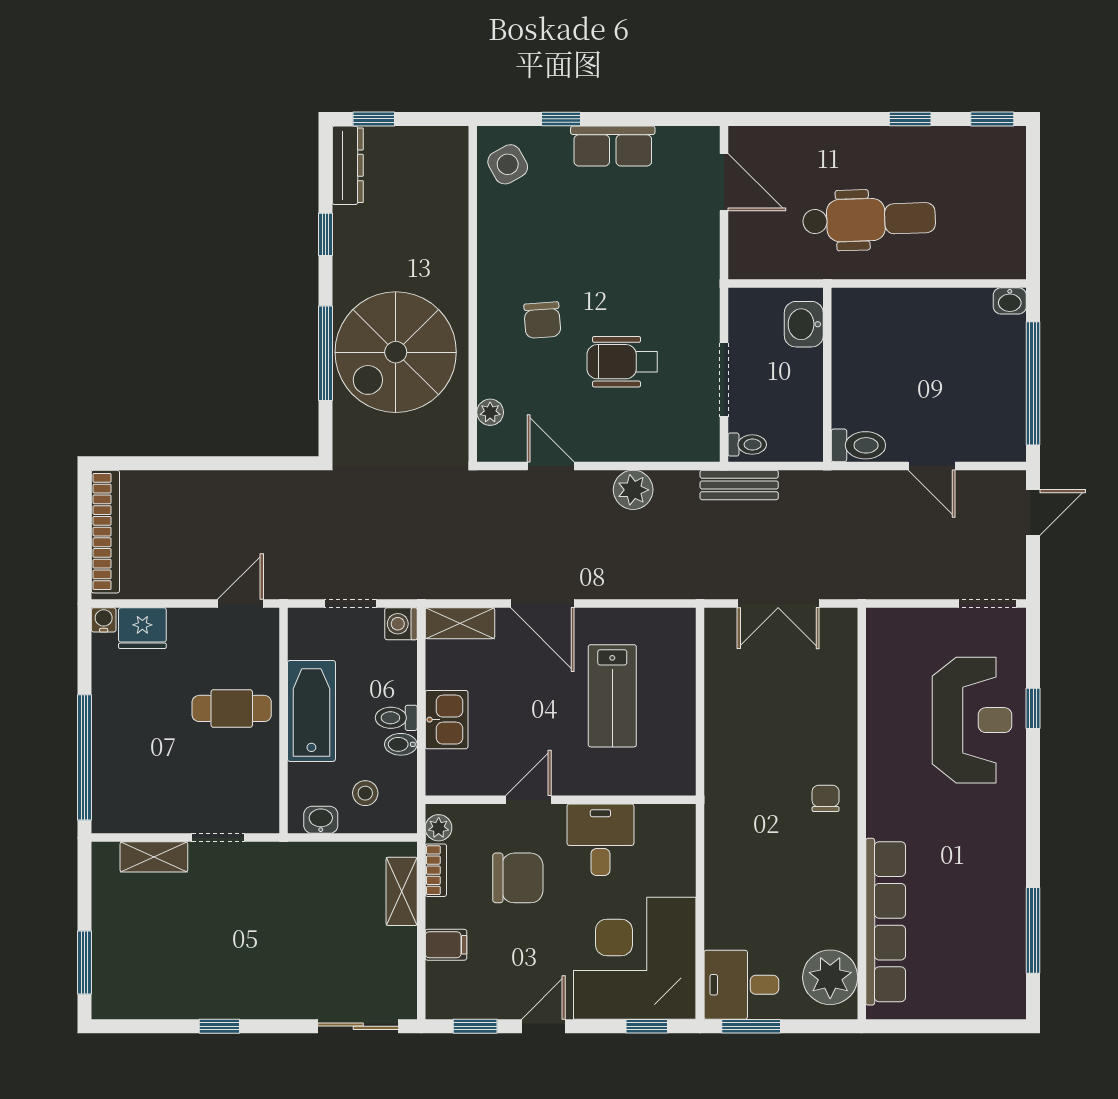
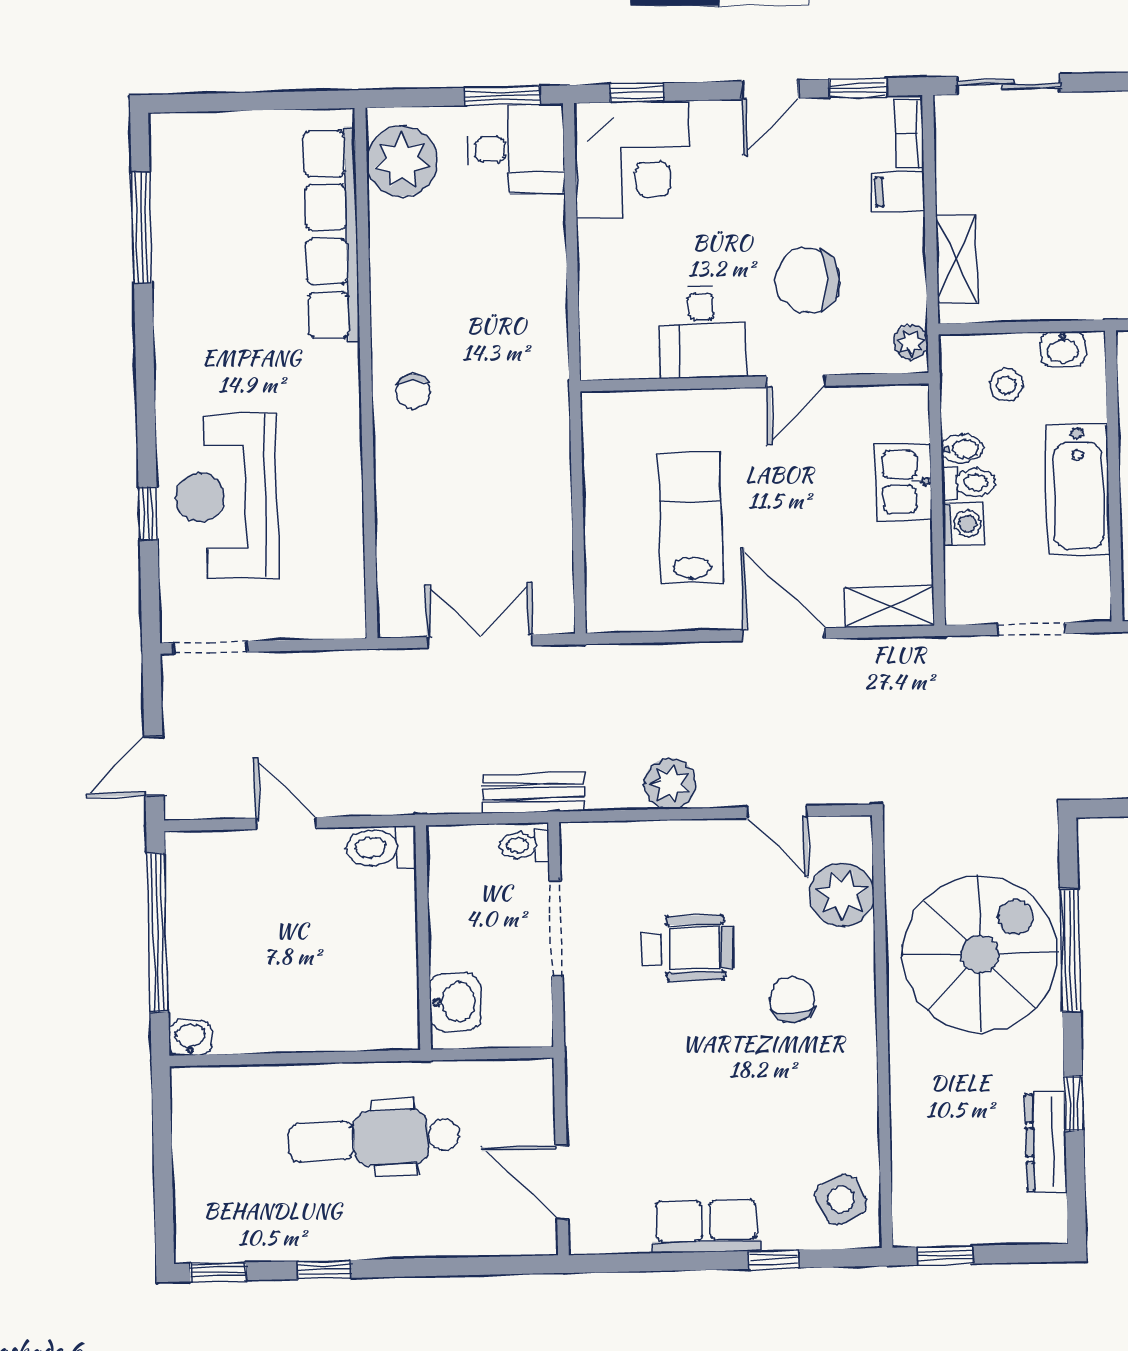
window: (374, 119) -> (945, 1255), moved
dresser: (348, 165) -> (1046, 1142), moved
plant: (490, 412) -> (842, 895), width x1.88, depth x1.88
washing machine: (401, 624) -> (963, 524), moved
bookcase: (436, 870) -> (910, 134), moved
corner desk: (635, 958) -> (633, 160), width x0.74, depth x0.74

